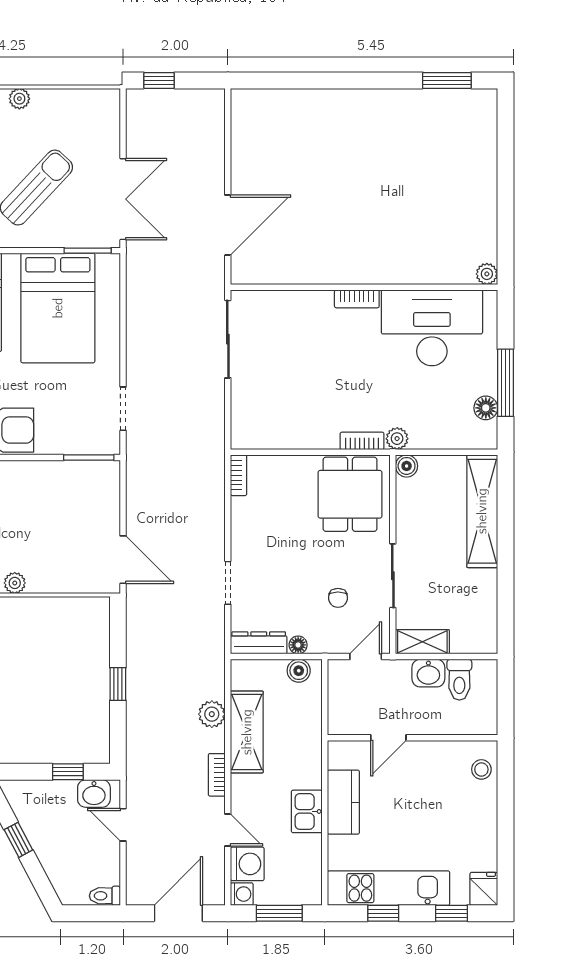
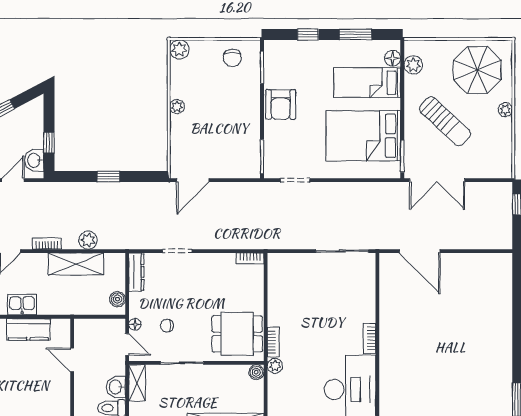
floor lamp: (298, 645) -> (135, 324), moved

